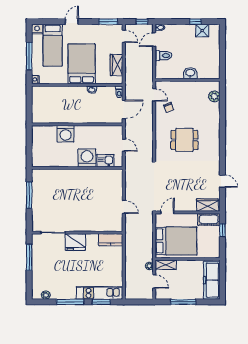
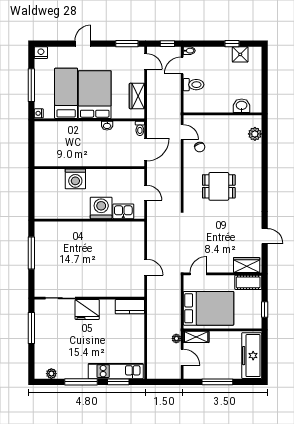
bed: (53, 45) -> (66, 93), moved, turned 180
washbasin: (190, 73) -> (242, 106), moved
window: (222, 230) -> (265, 309), moved

